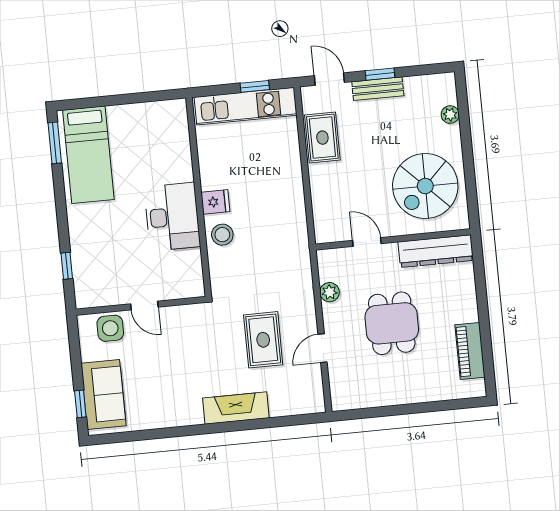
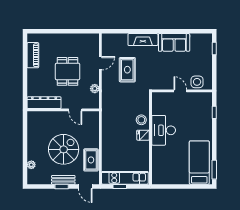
spiral stairs: (425, 186) -> (64, 149), moved
sofa: (103, 394) -> (174, 42), moved, turned -90

